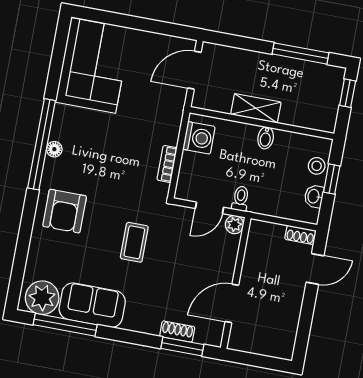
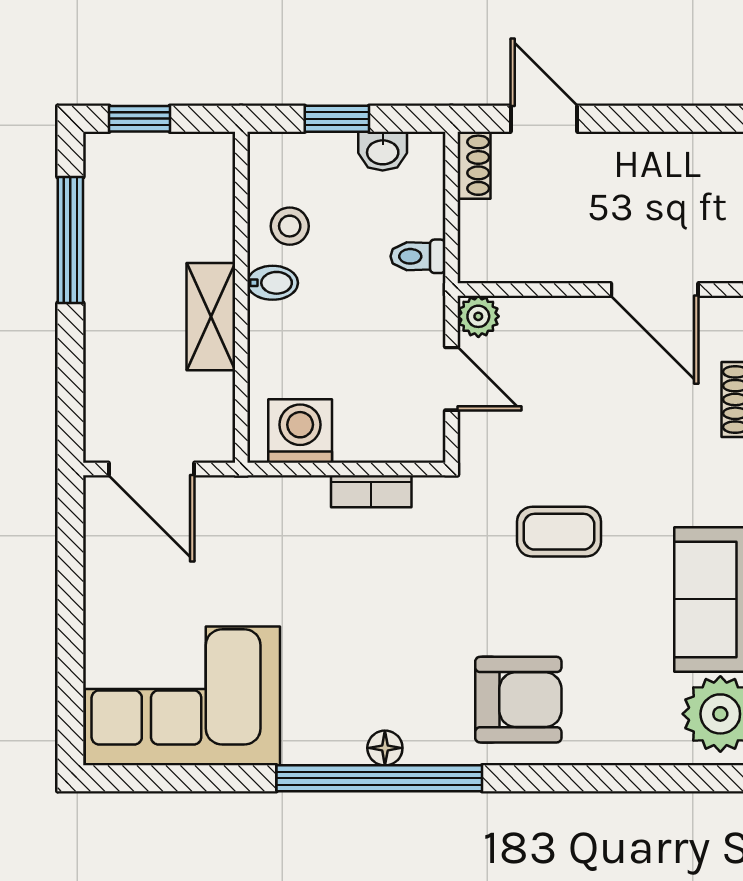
stool: (317, 166) -> (290, 226), moved
toilet: (241, 199) -> (418, 256), moved

